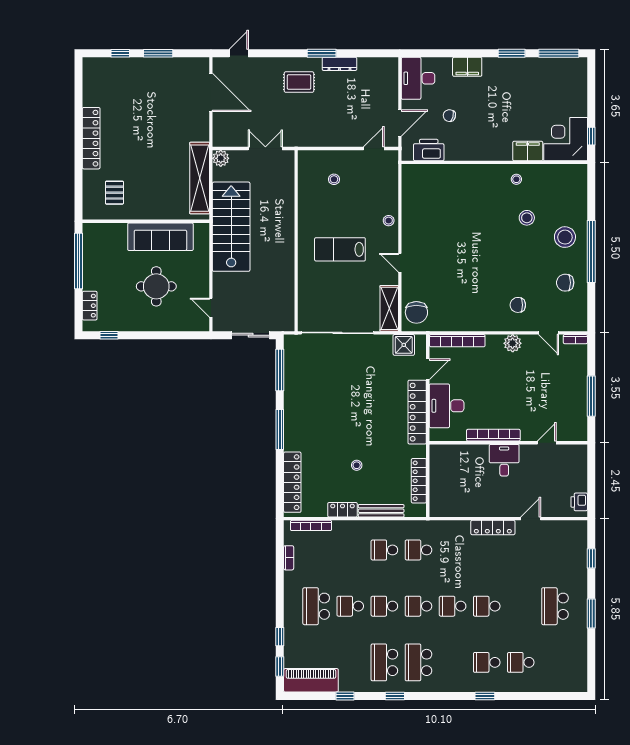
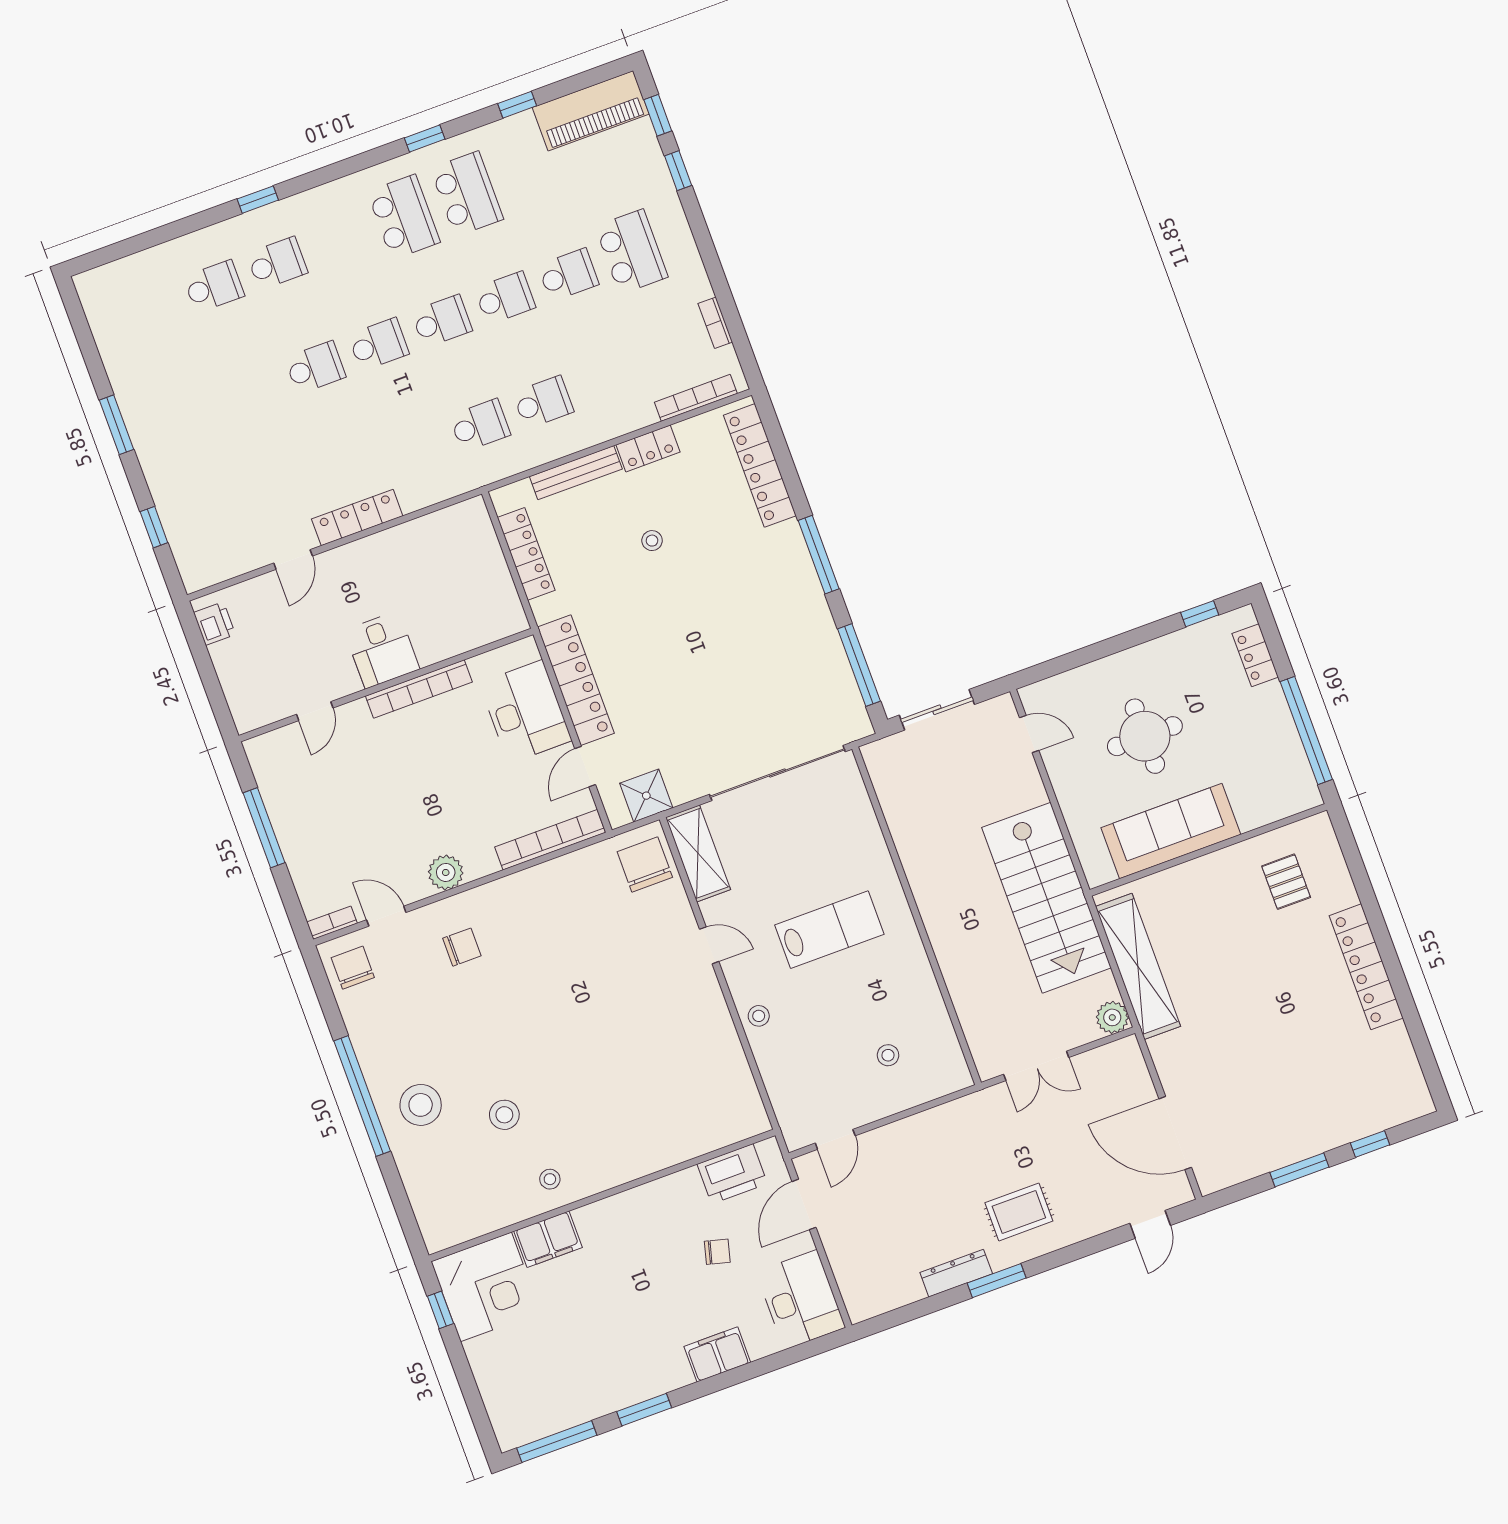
chair: (565, 283) -> (353, 968), moved, turned -90
school desk: (555, 606) -> (189, 414), removed

